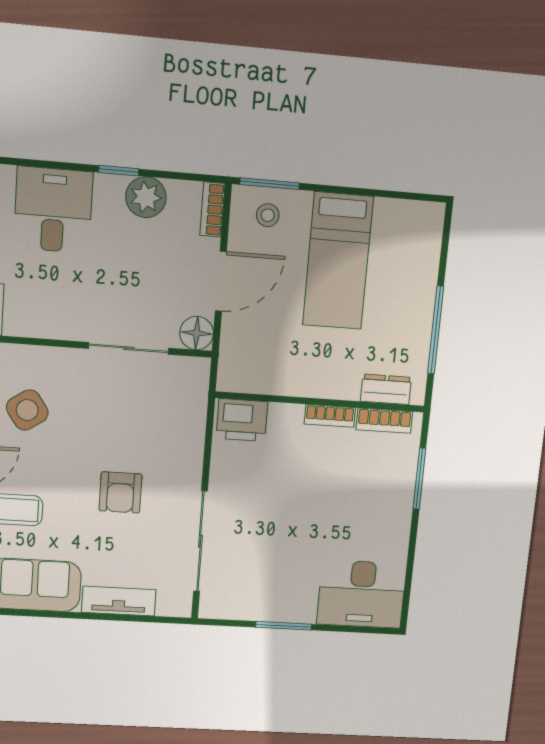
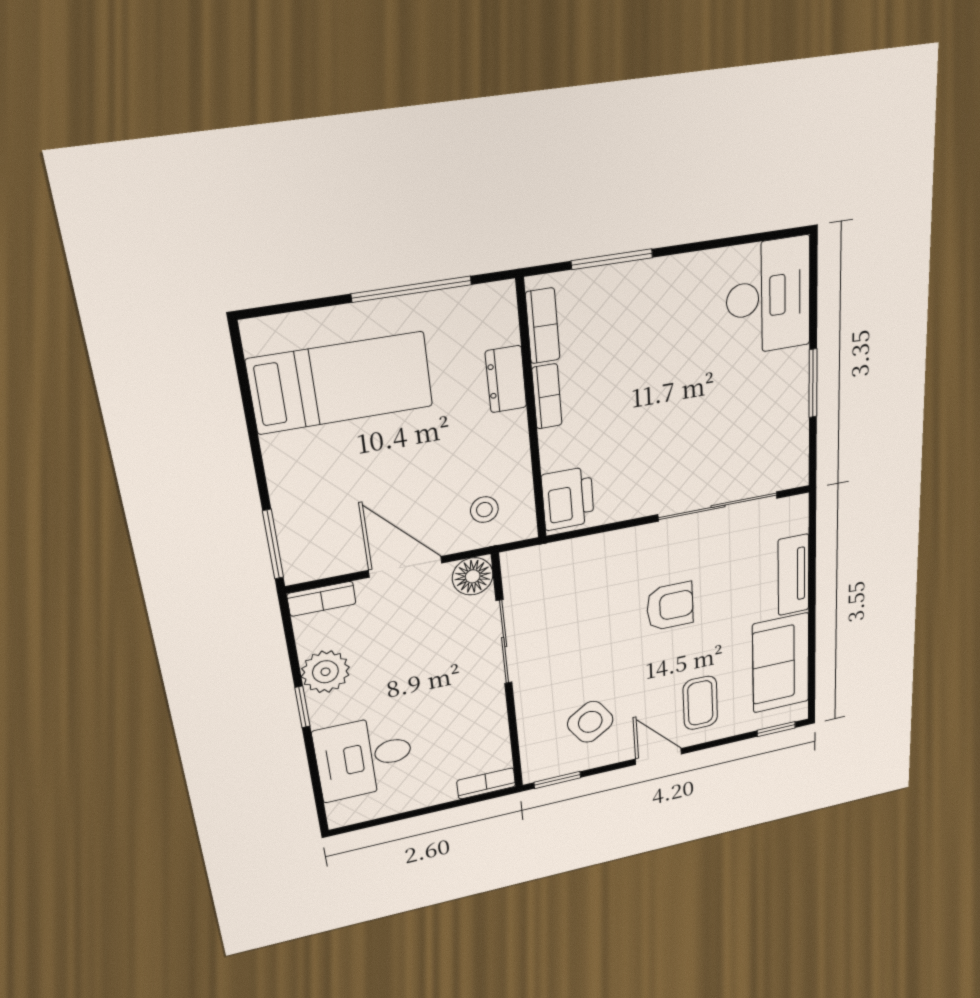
stool: (268, 215) -> (484, 510), moved
bed: (338, 261) -> (341, 383), moved
dresser: (386, 389) -> (506, 379), moved

